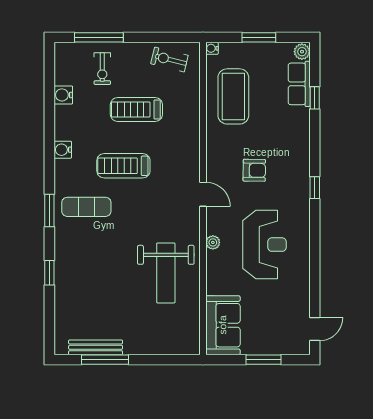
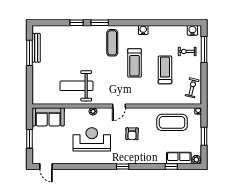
water cooler: (63, 95) -> (192, 30), moved
treadmill: (123, 166) -> (134, 63), turned 180
window: (49, 210) -> (100, 23), moved
reception desk: (264, 245) -> (92, 139), turned 180

